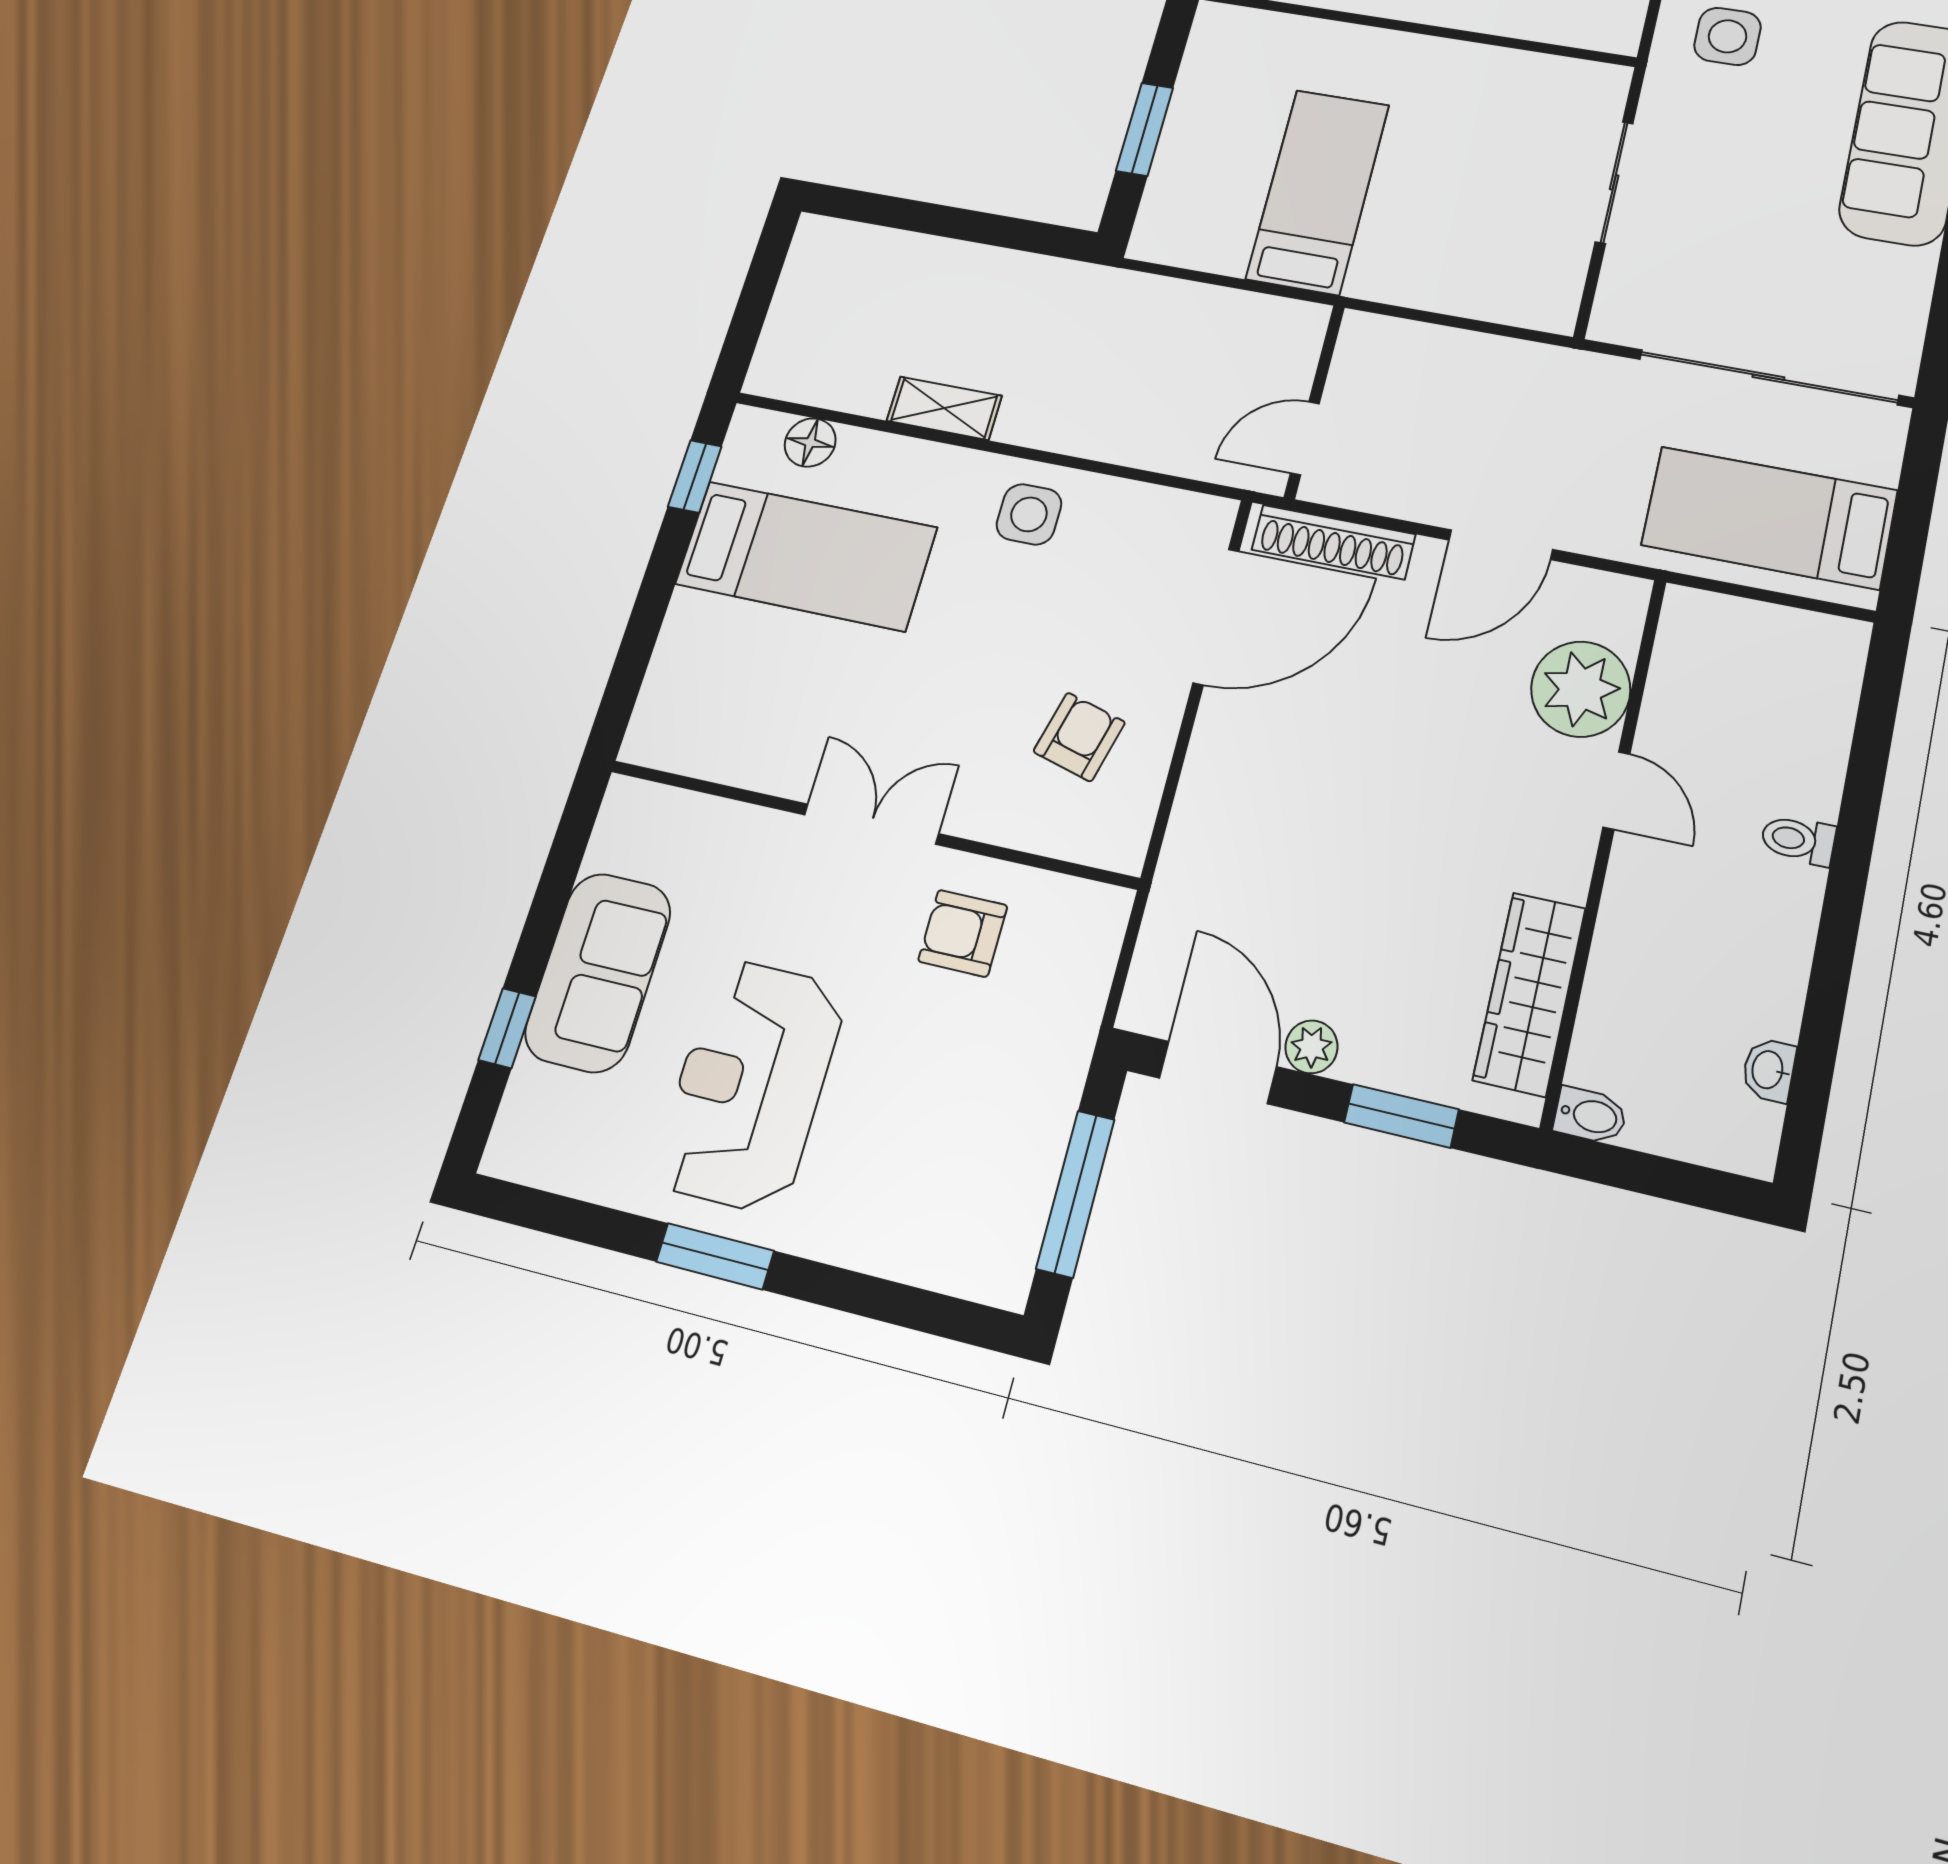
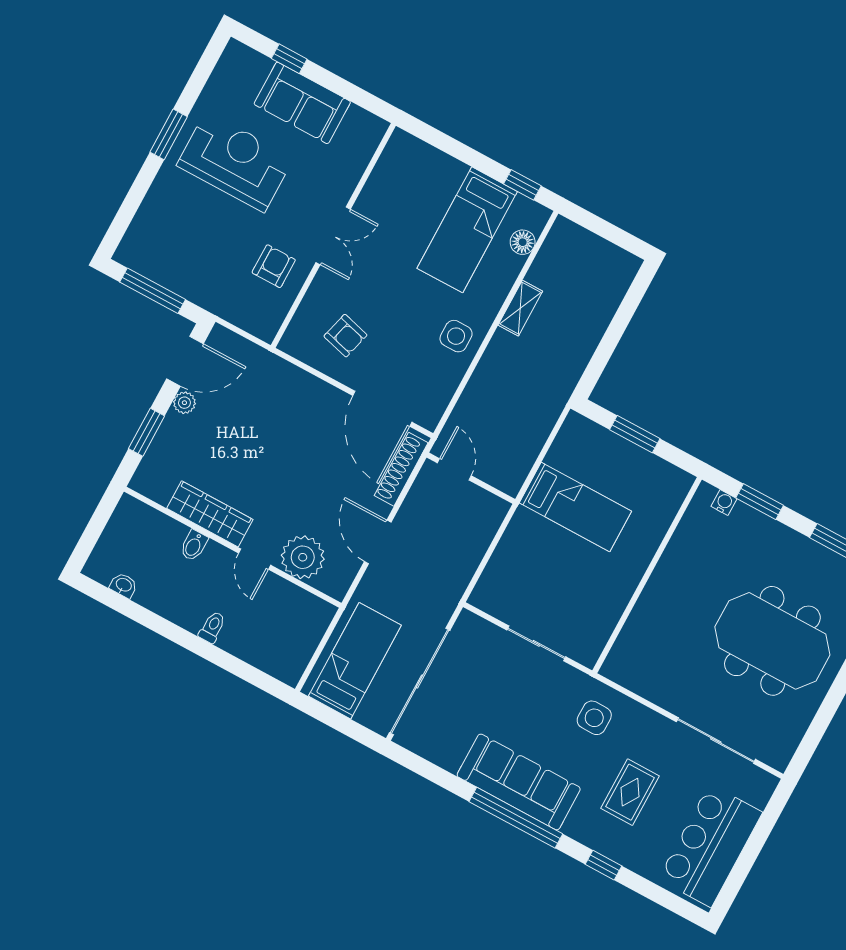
door: (1616, 790) -> (255, 559), hinge flipped
wardrobe: (1529, 994) -> (210, 514), moved
bidet: (1590, 1116) -> (194, 545), moved

